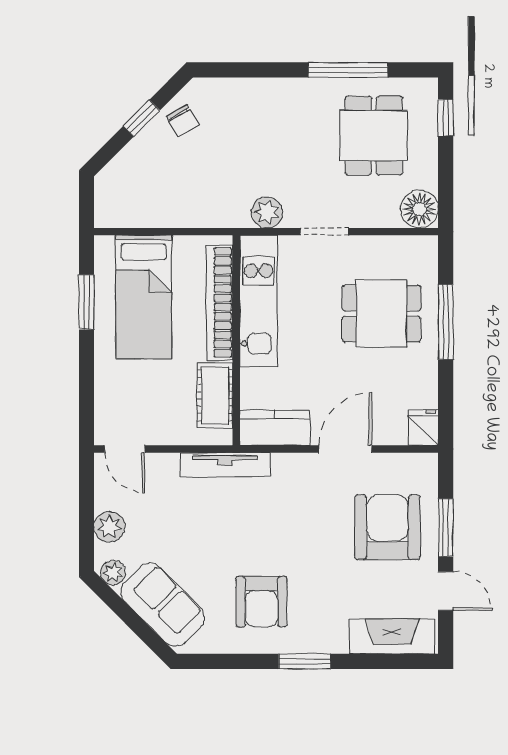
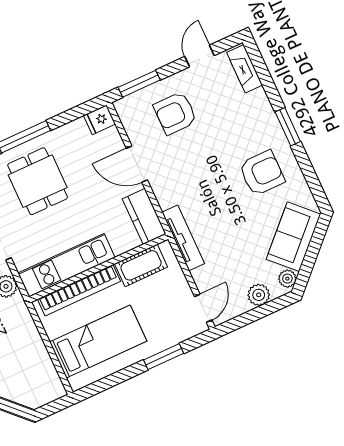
window: (87, 302) -> (164, 357), moved
armchair: (387, 527) -> (175, 113), width x0.73, depth x0.73
window: (446, 528) -> (139, 84), moved
fireplace: (392, 636) -> (245, 69), width x0.73, depth x0.76

